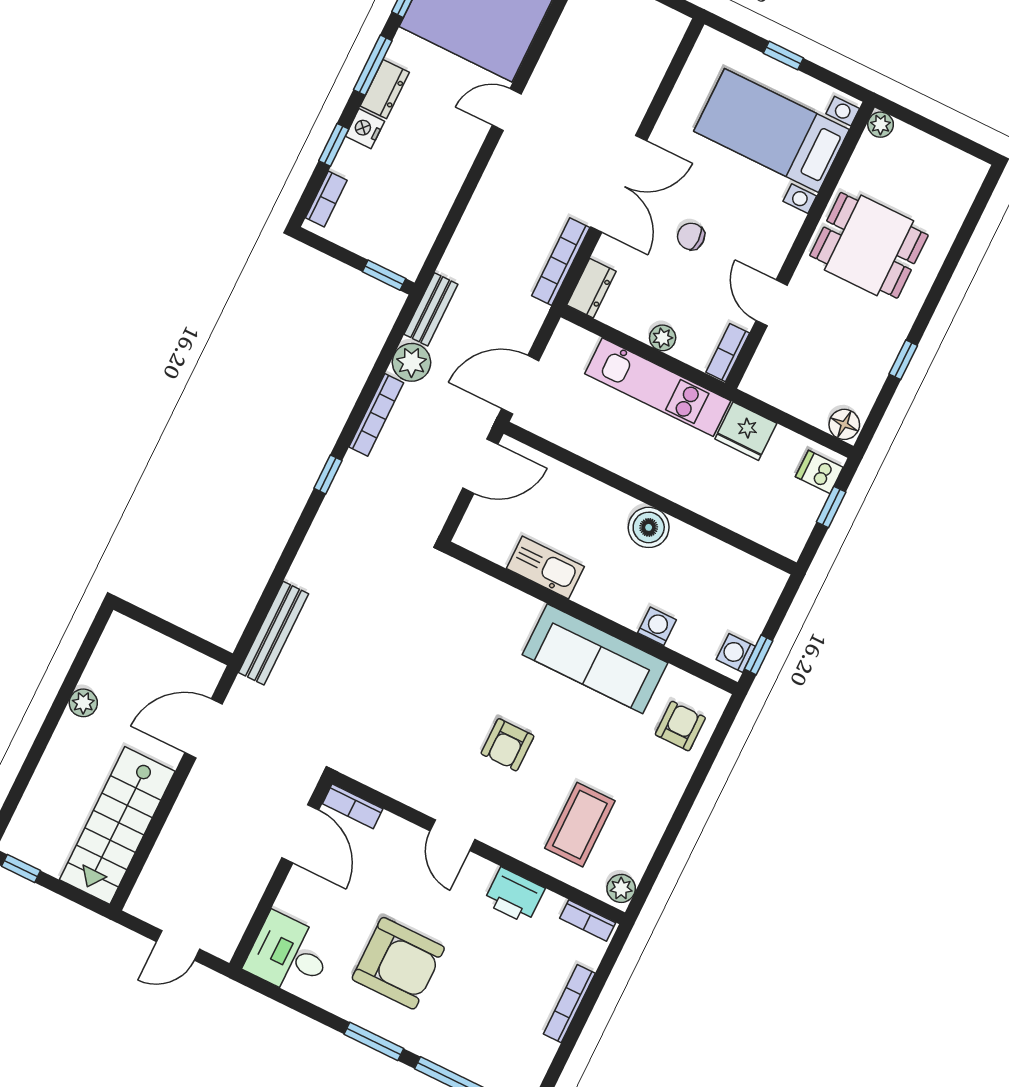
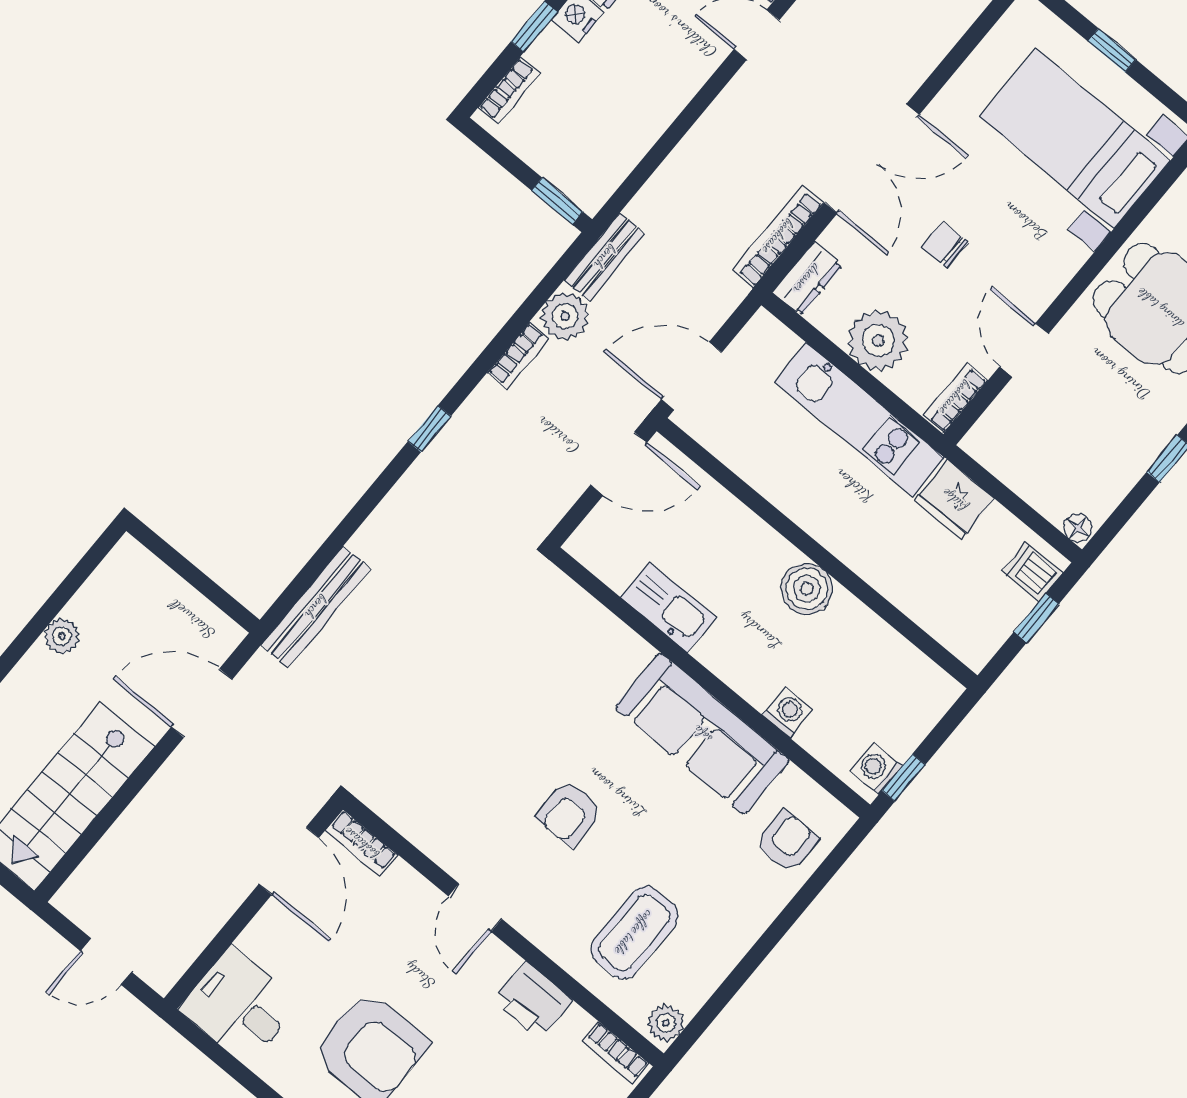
plant: (663, 338) -> (878, 341), width x1.88, depth x1.88
bookcase: (376, 415) -> (518, 356), width x0.64
floor lamp: (844, 424) -> (1078, 528), width x0.73, depth x0.73

